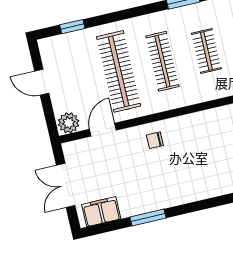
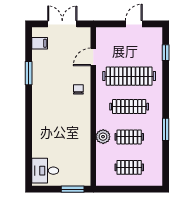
plant: (69, 123) -> (103, 137), moved
door: (103, 130) -> (93, 57), swing flipped
filing cabinet: (101, 212) -> (40, 43), width x0.50

